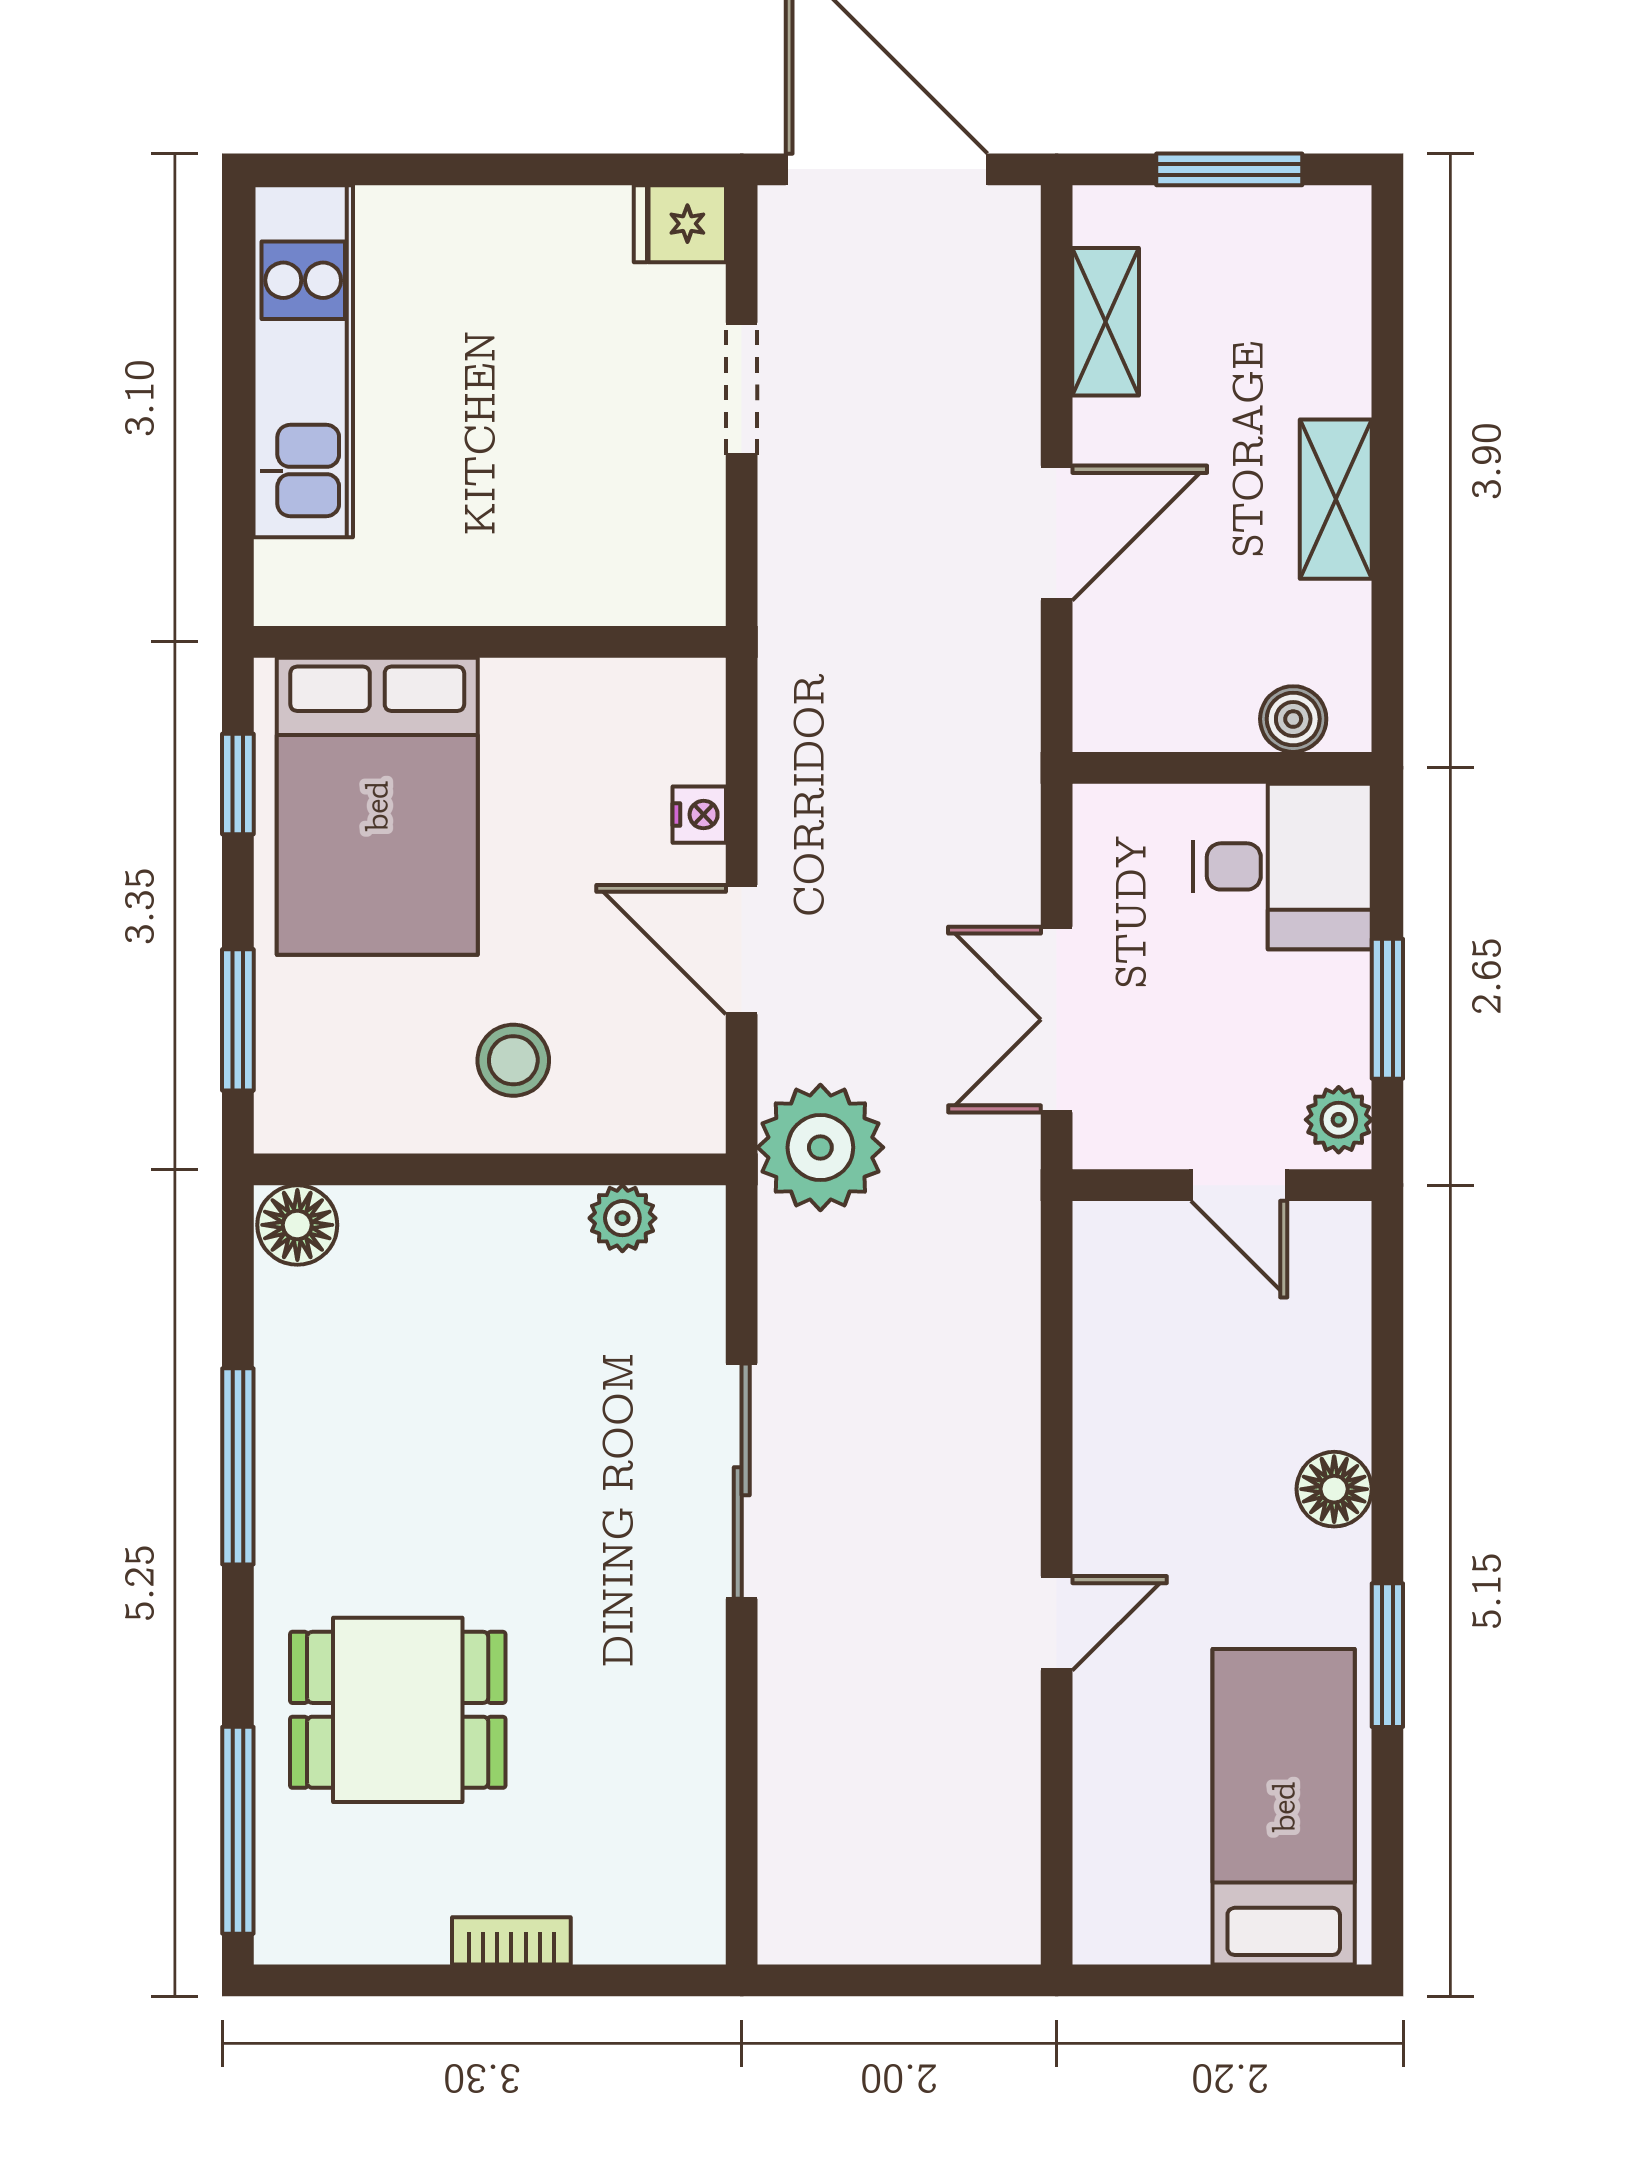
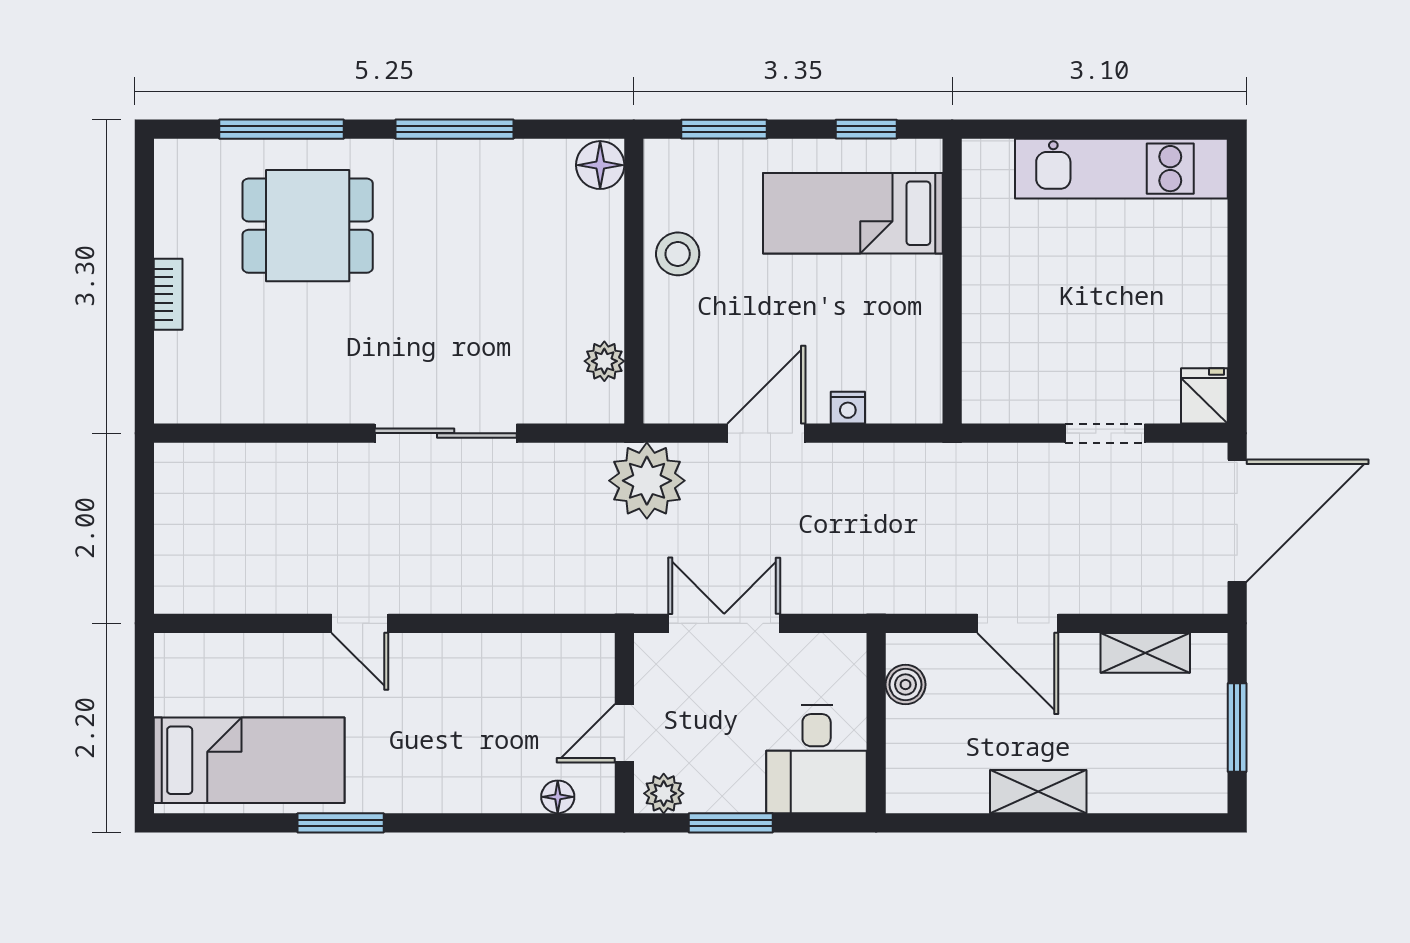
boiler: (1293, 719) -> (905, 685), moved
bed: (377, 806) -> (853, 213), width x0.67
stool: (513, 1060) -> (678, 254), moved
floor lamp: (1334, 1489) -> (558, 797), moved, width x0.73, depth x0.73
dining table: (398, 1710) -> (308, 226), turned 90
window: (238, 1830) -> (281, 129), moved

